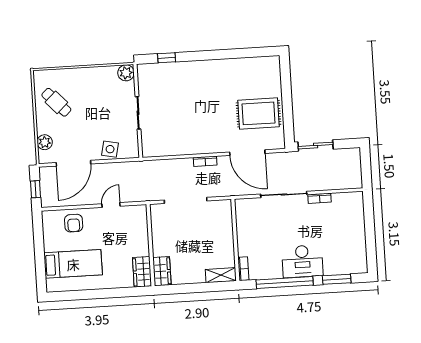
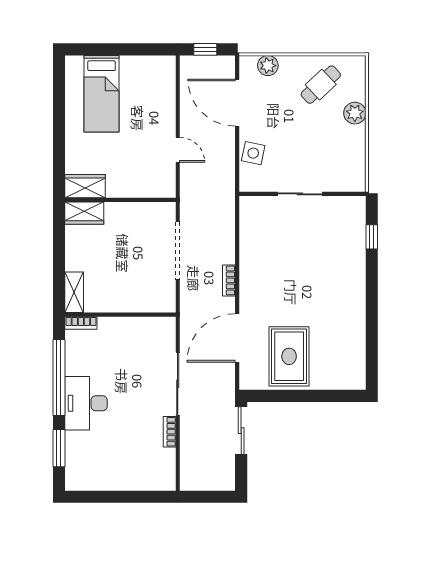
plant: (126, 73) -> (355, 113), moved
armchair: (74, 223) -> (156, 98), removed

